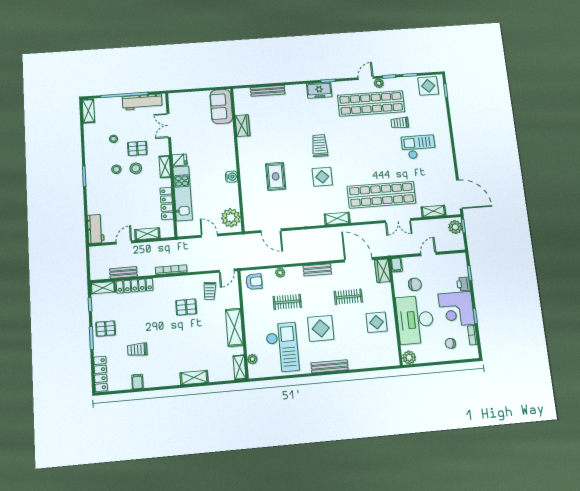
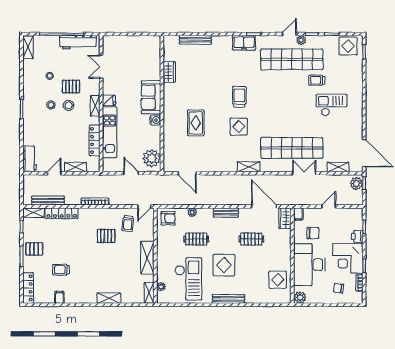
sofa: (221, 107) -> (151, 97), moved
double door: (398, 221) -> (304, 173), swing flipped
bench: (123, 273) -> (48, 201), width x1.36
display table: (377, 322) -> (278, 280), moved

